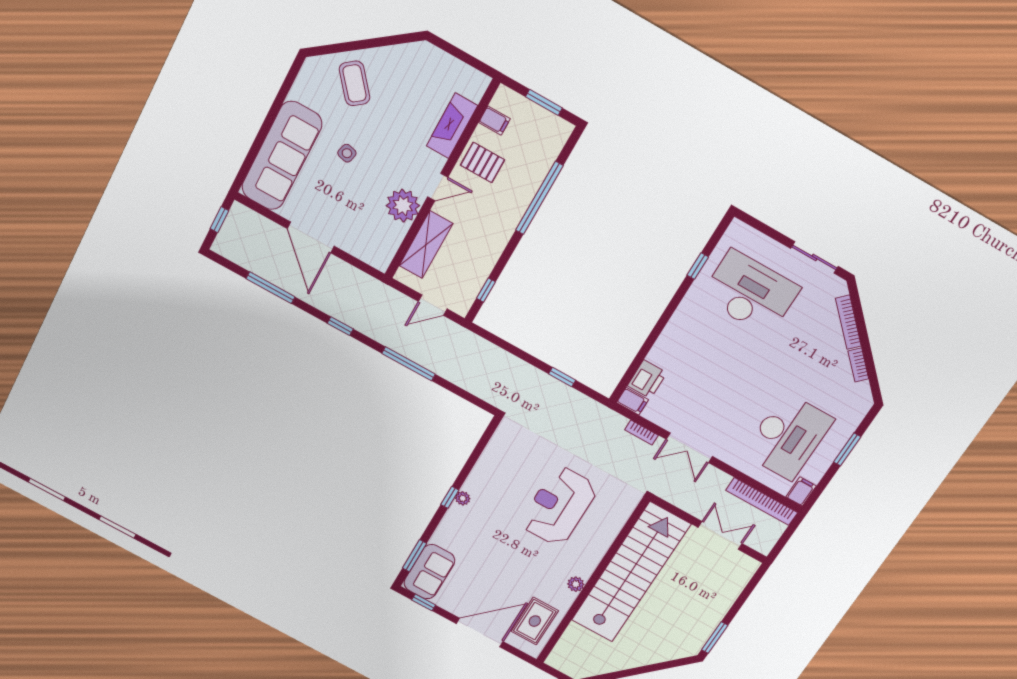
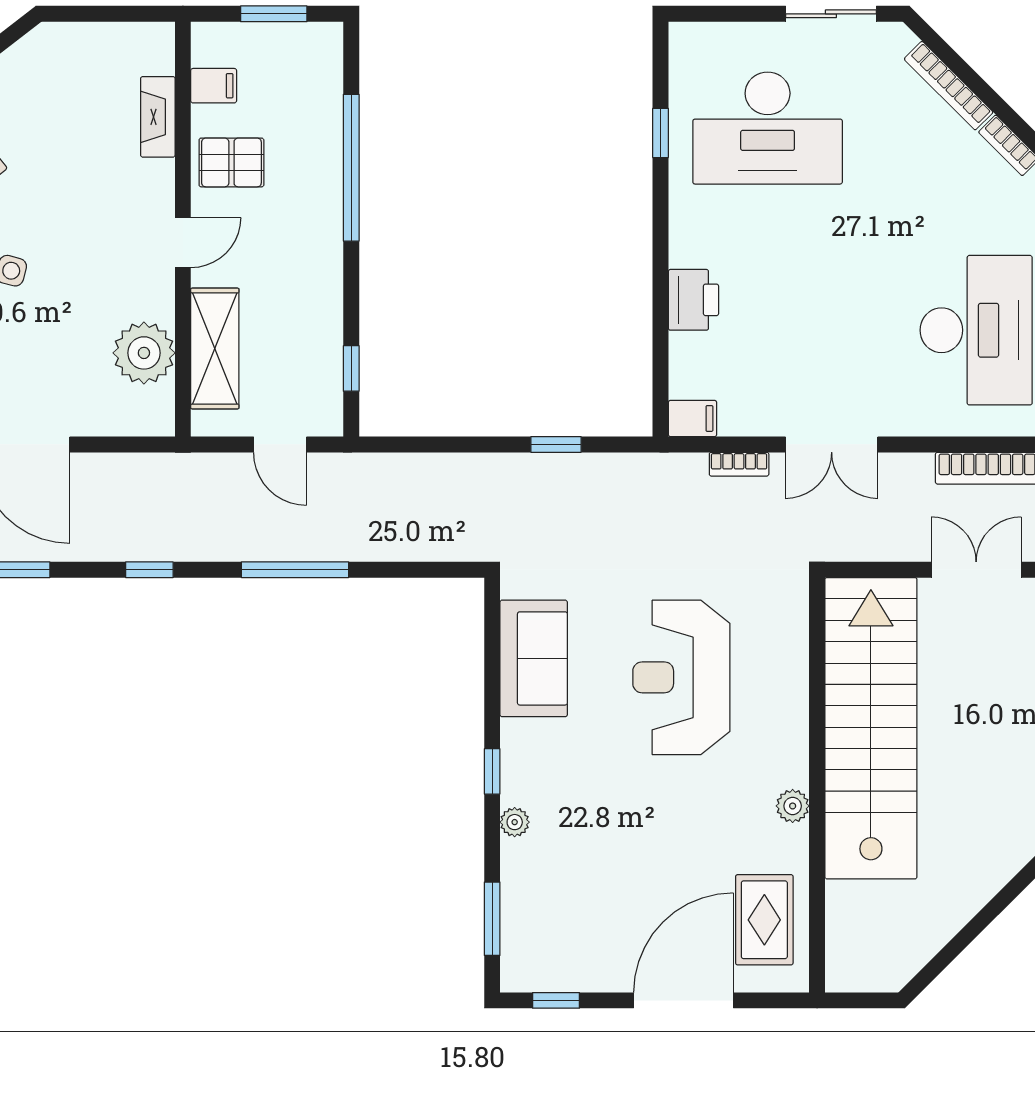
fireplace: (452, 126) -> (158, 117), width x0.73, depth x0.76
plant: (403, 206) -> (144, 353), moved
desk: (750, 293) -> (768, 128), turned 180
door: (433, 305) -> (280, 444), hinge flipped
printer: (647, 379) -> (693, 300), moved
plant: (463, 498) -> (515, 822), moved
sofa: (429, 572) -> (534, 658), moved

